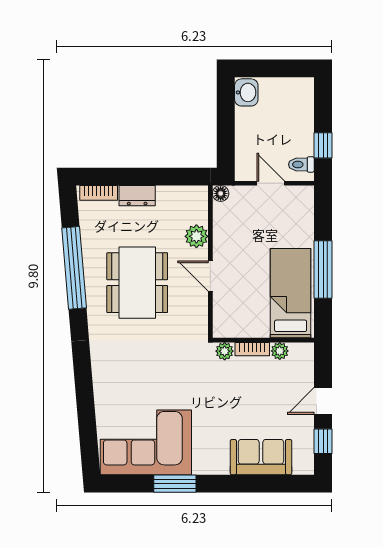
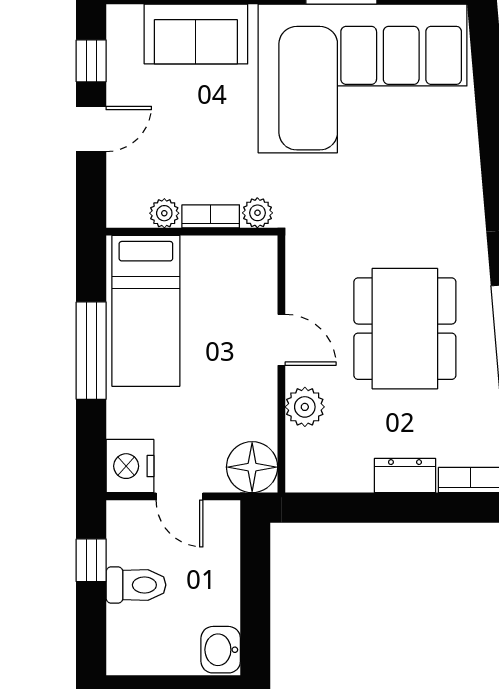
toilet: (301, 164) -> (136, 585), moved, width x1.37, depth x1.39
floor lamp: (221, 193) -> (252, 467), width x1.89, depth x1.89
nightstand: (300, 201) -> (130, 466), added
corner sofa: (146, 442) -> (363, 78), width x1.36, depth x1.36

